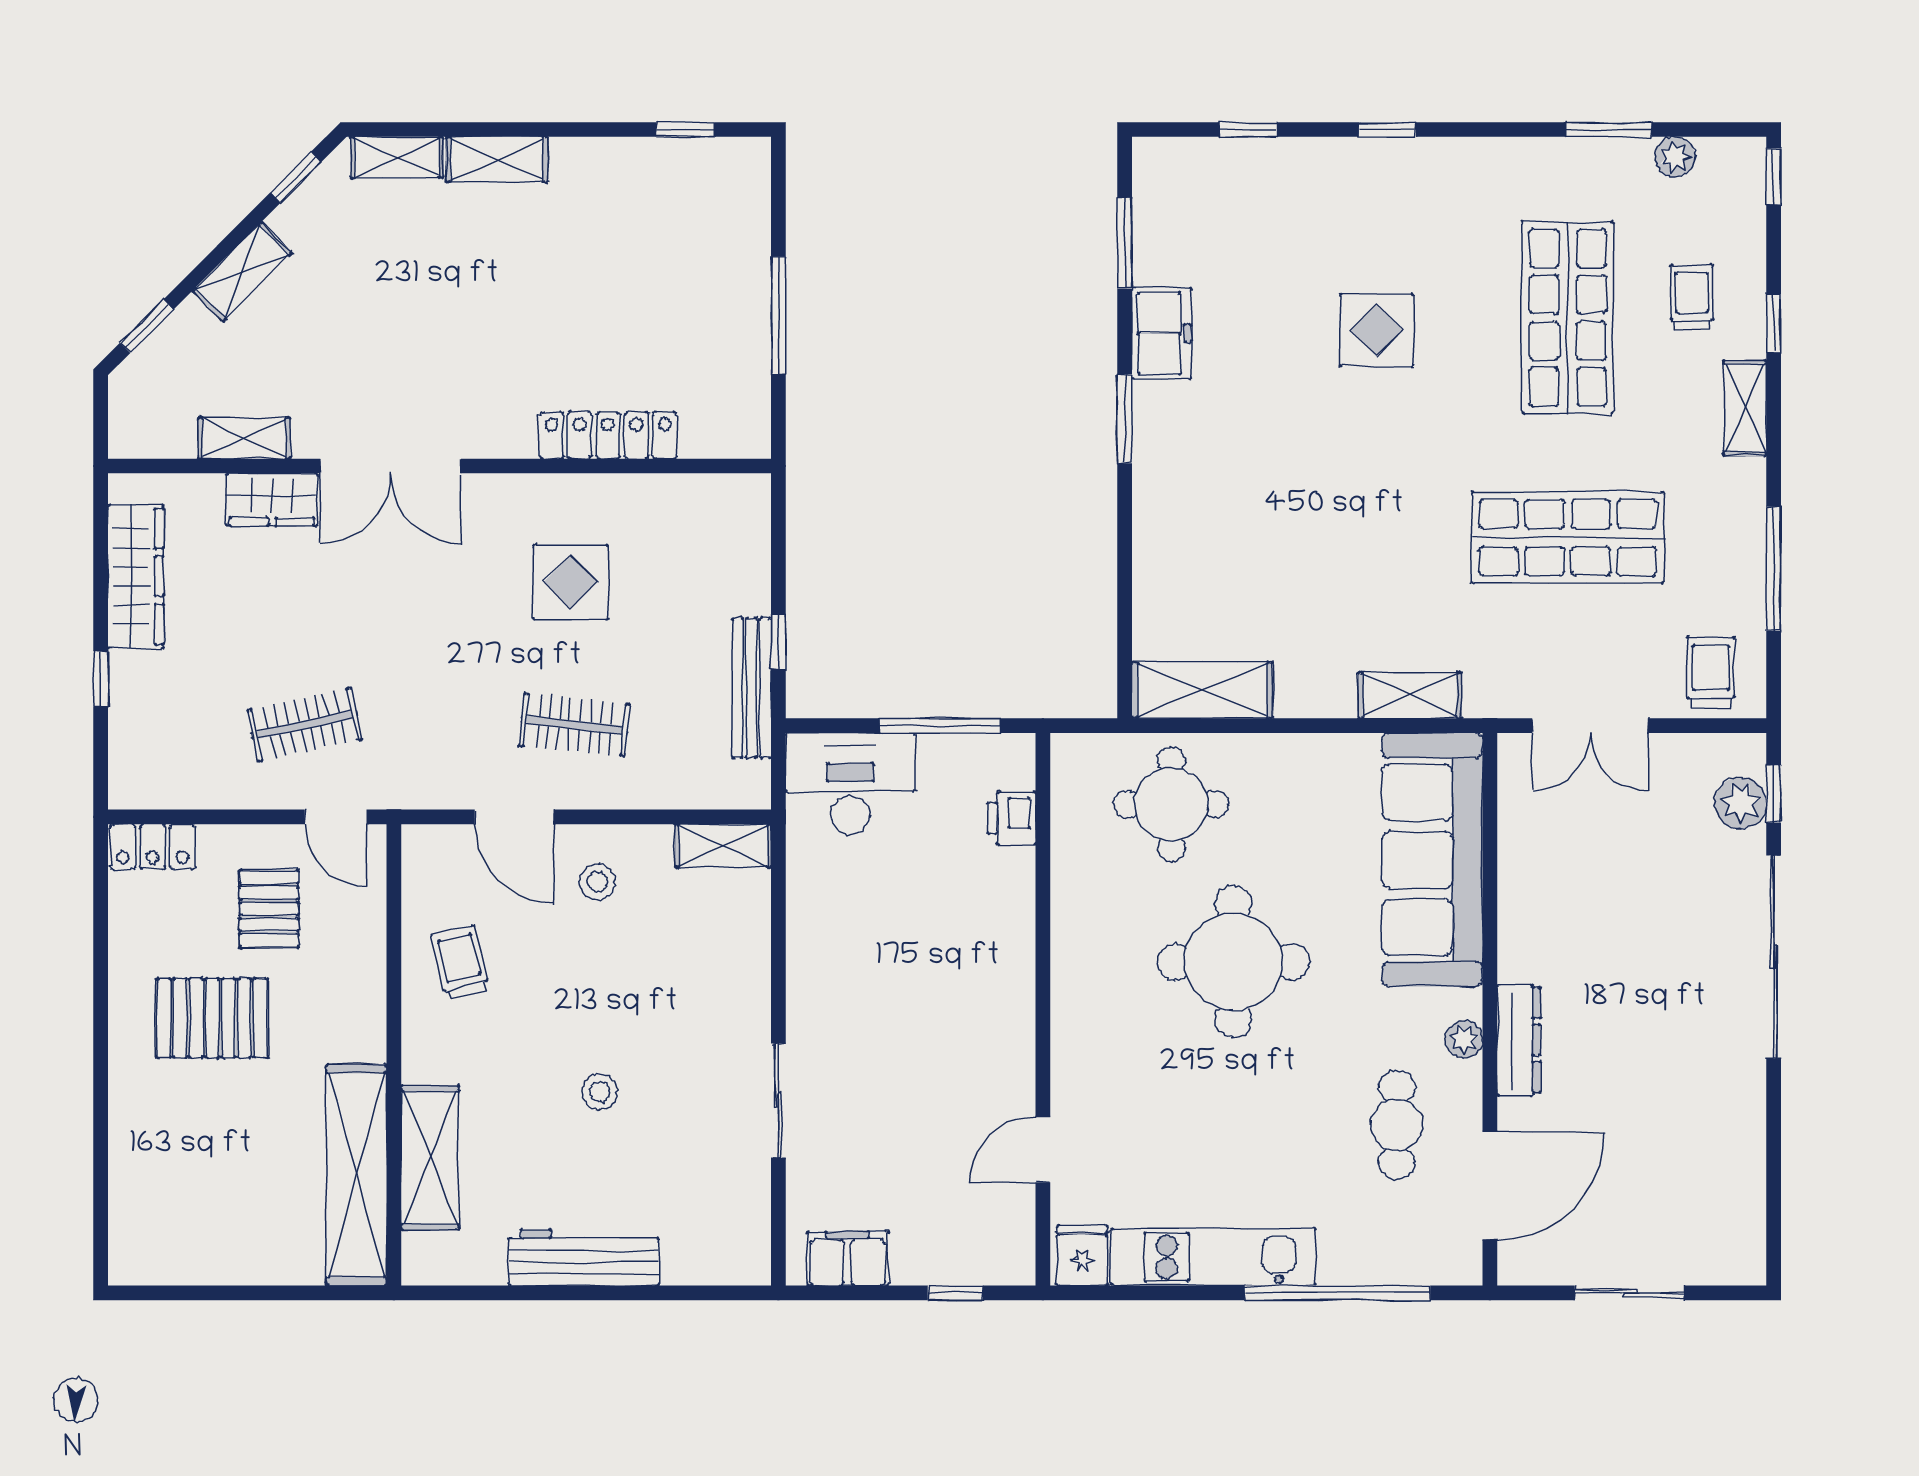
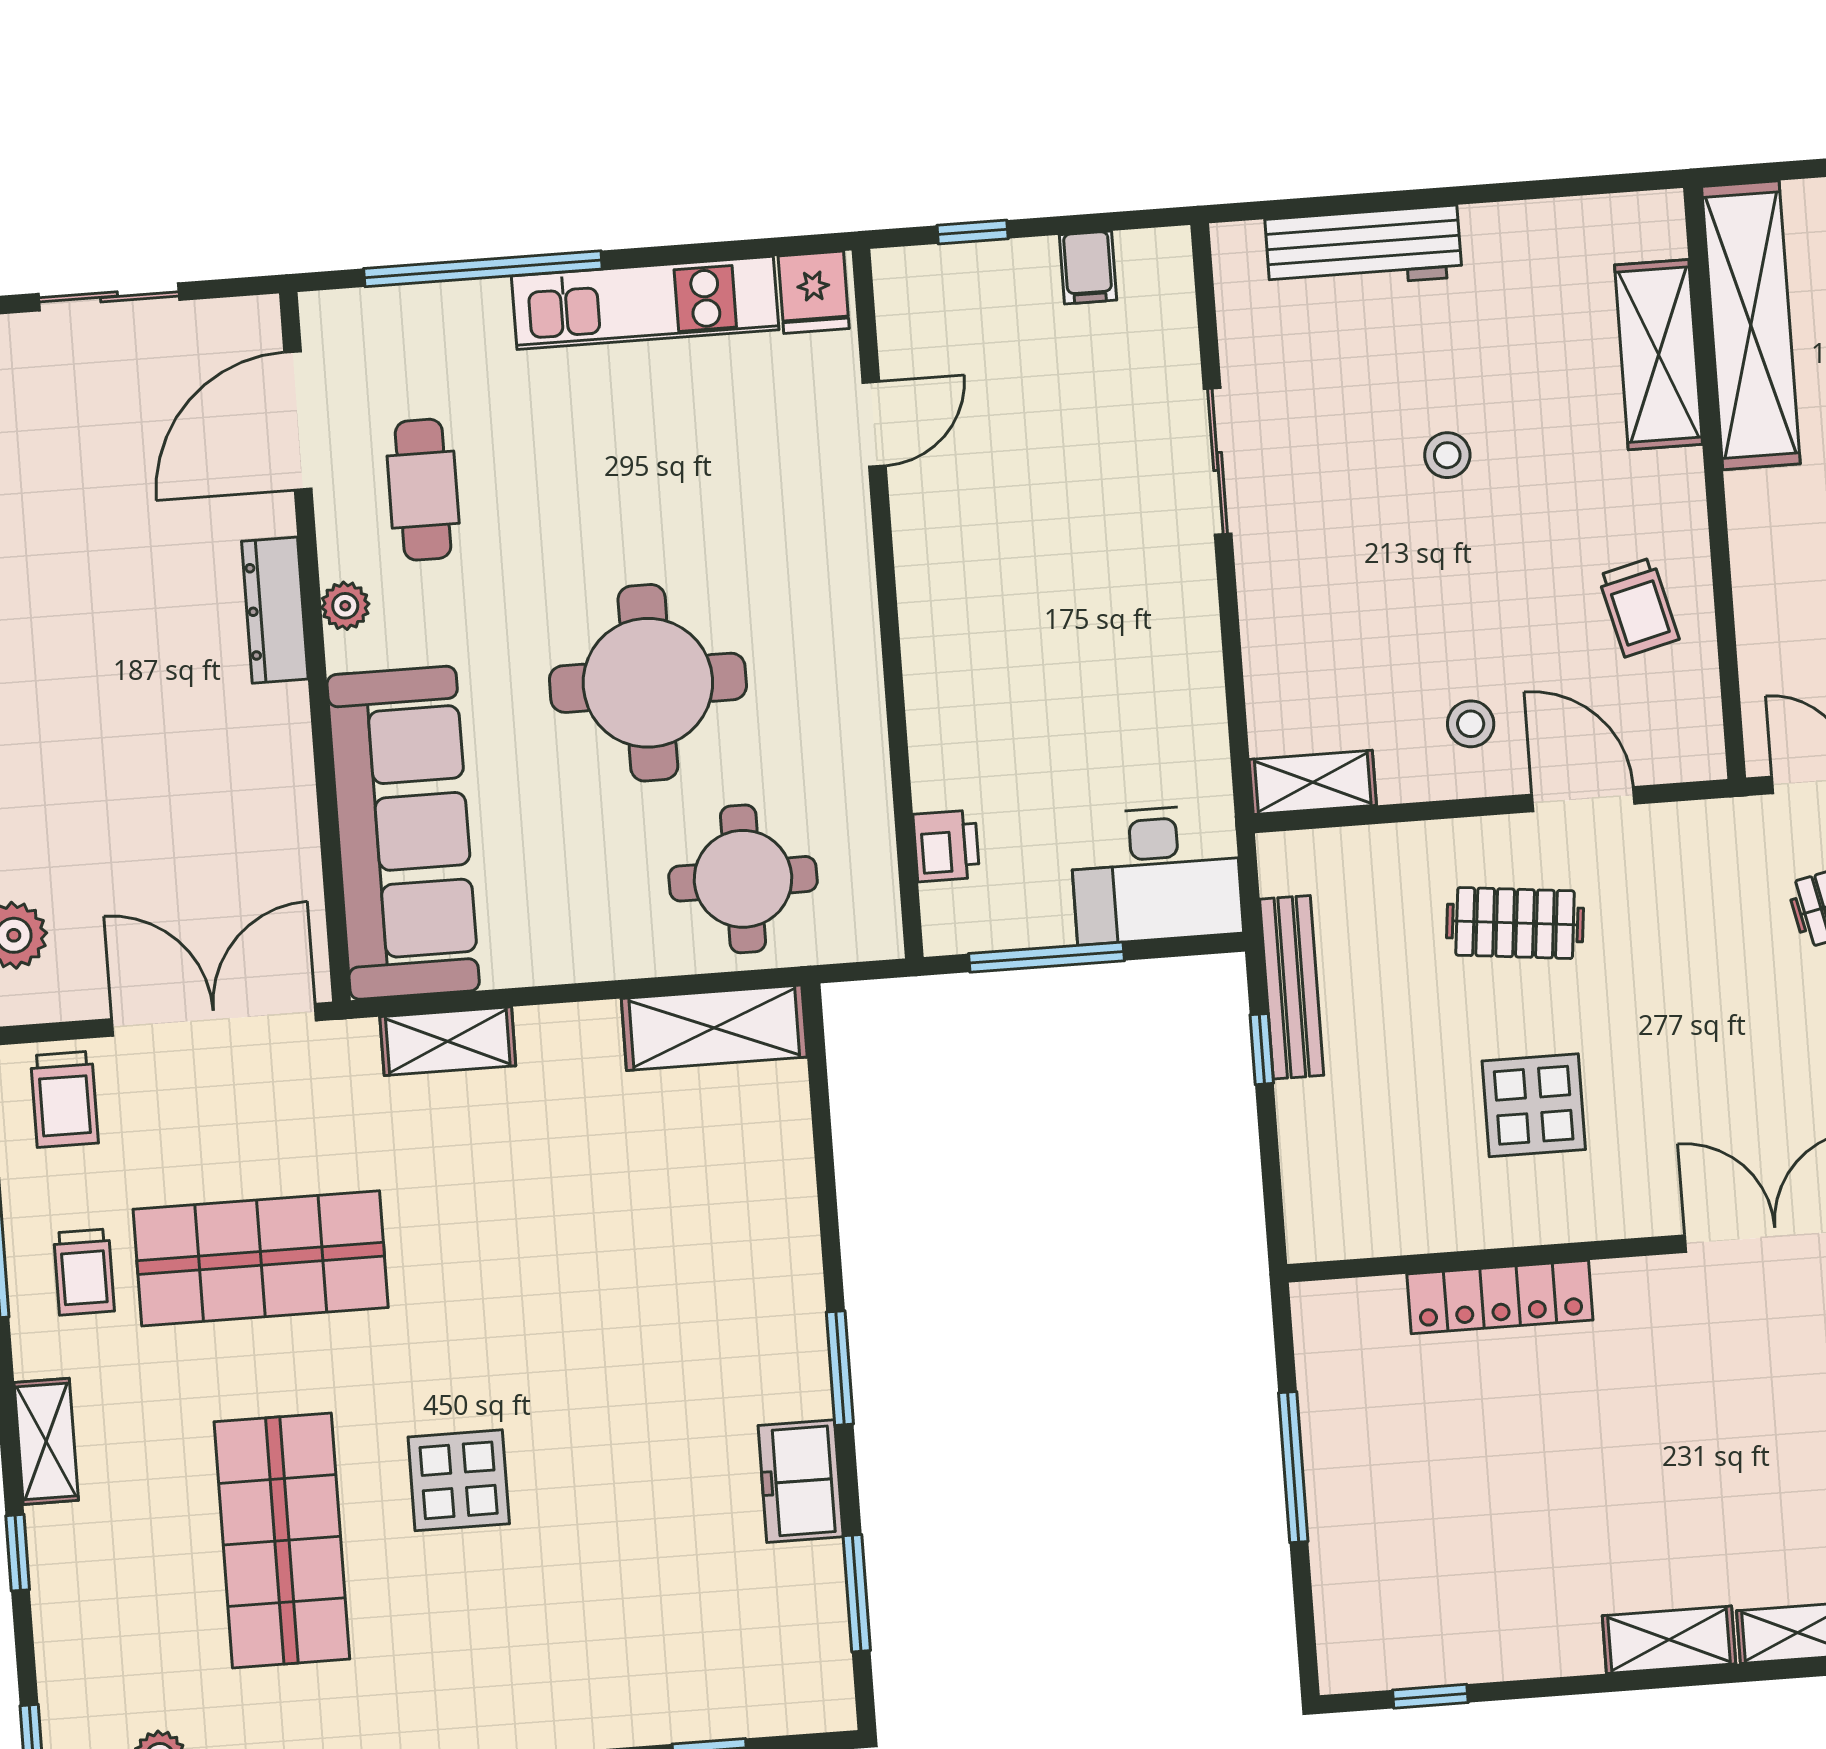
trolley: (1692, 297) -> (84, 1272), moved
display table: (1377, 330) -> (459, 1480), moved
double door: (1590, 726) -> (214, 1020), width x1.37
workbench: (584, 1258) -> (1363, 248), moved
filing cabinet: (847, 1259) -> (1088, 267), width x0.50

